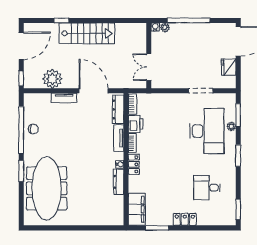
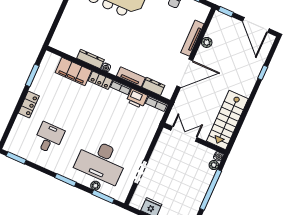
stairs: (87, 33) -> (227, 120), moved
plant: (52, 79) -> (207, 42), width x0.53, depth x0.53
tv unit: (64, 98) -> (192, 38), width x1.41
dresser: (118, 109) -> (153, 86), width x0.70
filing cabinet: (137, 209) -> (73, 71), moved

